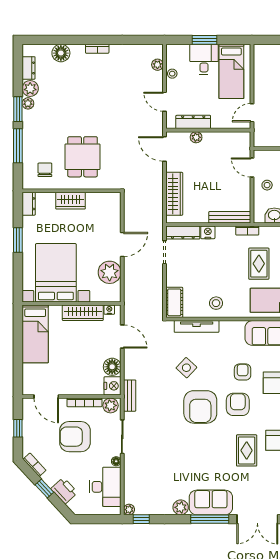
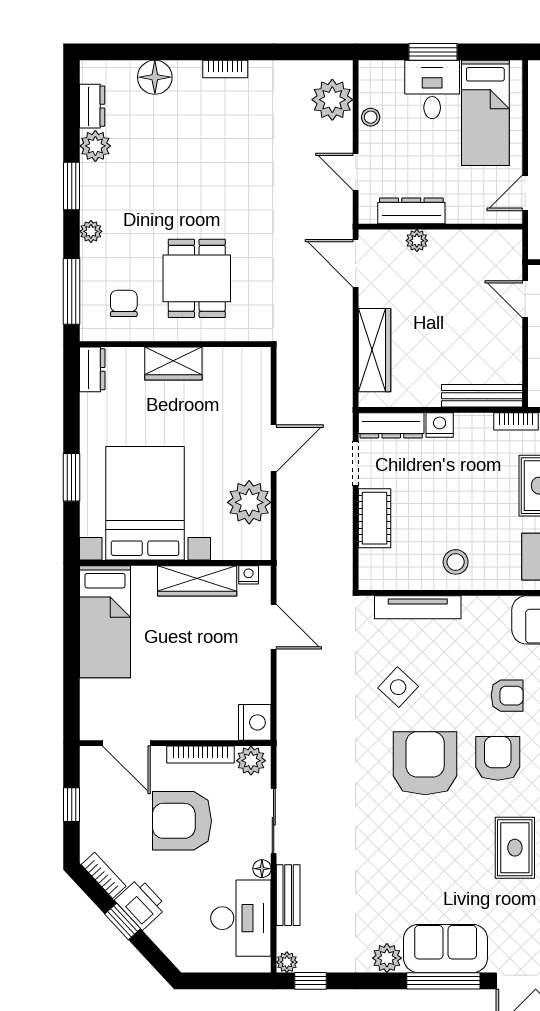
plant: (157, 65) -> (332, 100), width x1.88, depth x1.88
plant: (28, 103) -> (91, 231), moved
window: (18, 146) -> (72, 291), moved
window: (18, 240) -> (72, 477), moved
cot: (174, 302) -> (375, 518), moved
floor lamp: (112, 367) -> (254, 685), removed
armchair: (243, 372) -> (507, 696), turned 90
bench: (130, 396) -> (288, 895), moved
armchair: (200, 407) -> (425, 763), turned 180
printer: (64, 491) -> (141, 904), moved

